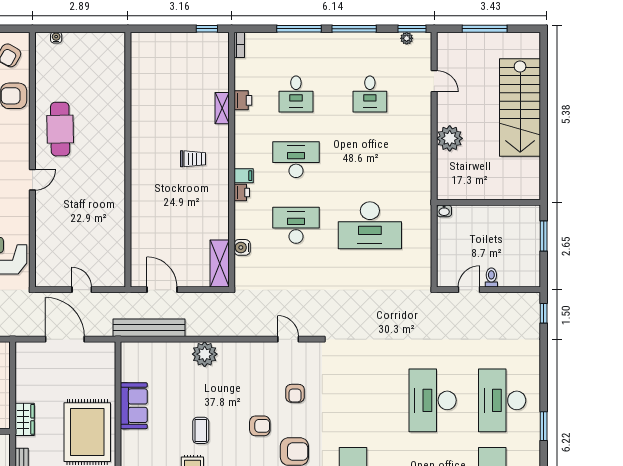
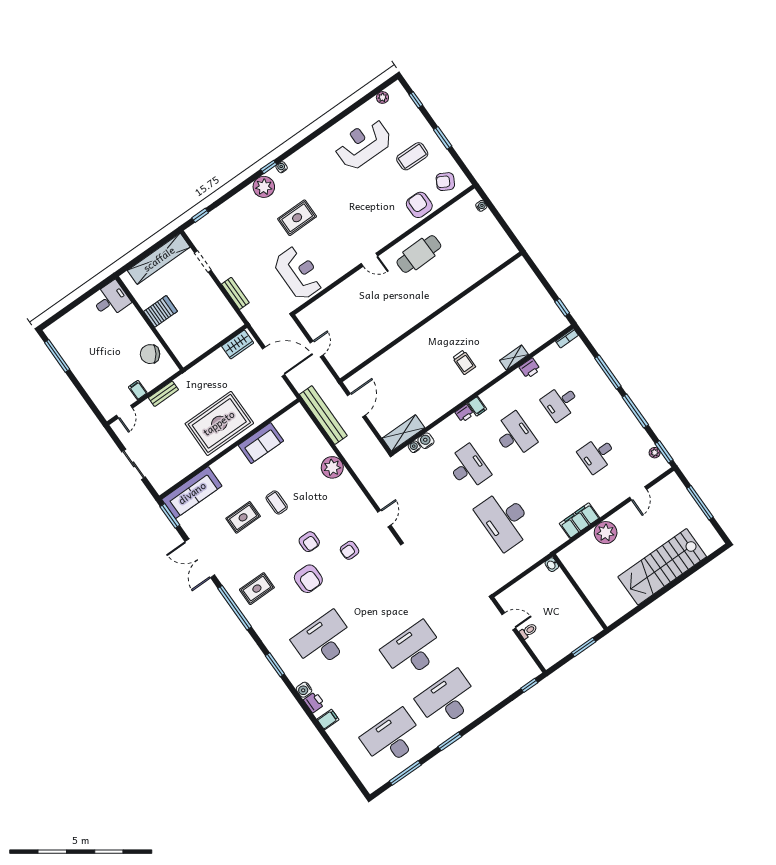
filing cabinet: (421, 155) -> (579, 521), added
water cooler: (240, 263) -> (414, 447), added
door: (65, 339) -> (274, 362), hinge flipped
wardrobe: (25, 419) -> (238, 345), moved
coffee table: (201, 430) -> (277, 502), turned 90

